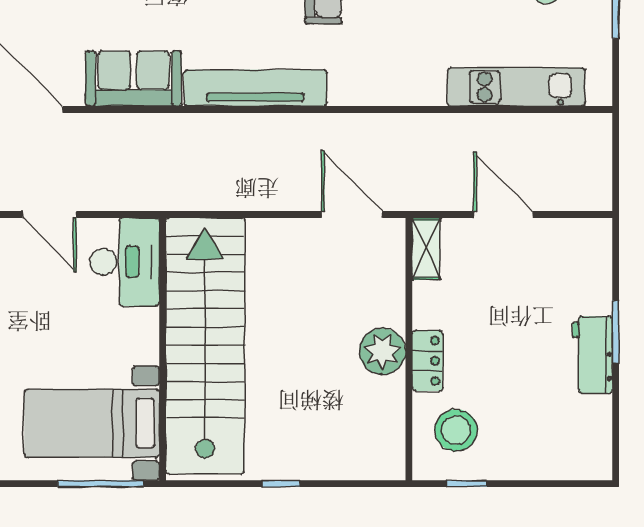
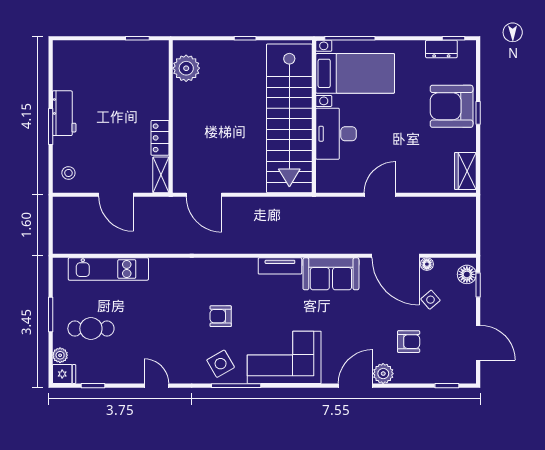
tv unit: (255, 88) -> (280, 266), width x0.52, depth x0.78
door: (49, 215) -> (380, 195), hinge flipped
desk: (125, 262) -> (336, 134), moved
plant: (382, 351) -> (186, 68), moved
locker: (427, 361) -> (160, 138), moved
stool: (456, 430) -> (68, 173), moved, width x0.53, depth x0.53

